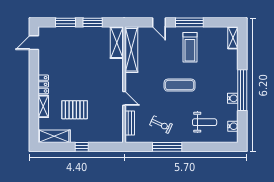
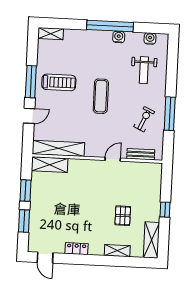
locker: (43, 84) -> (76, 249), moved
pallet: (75, 110) -> (123, 216), width x0.67, depth x0.71
weight bench: (205, 122) -> (144, 70), turned 180

